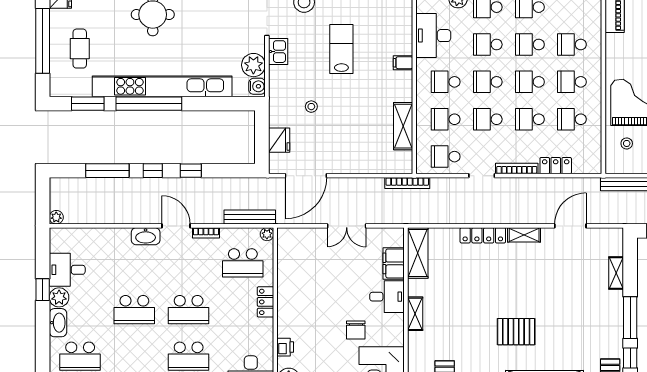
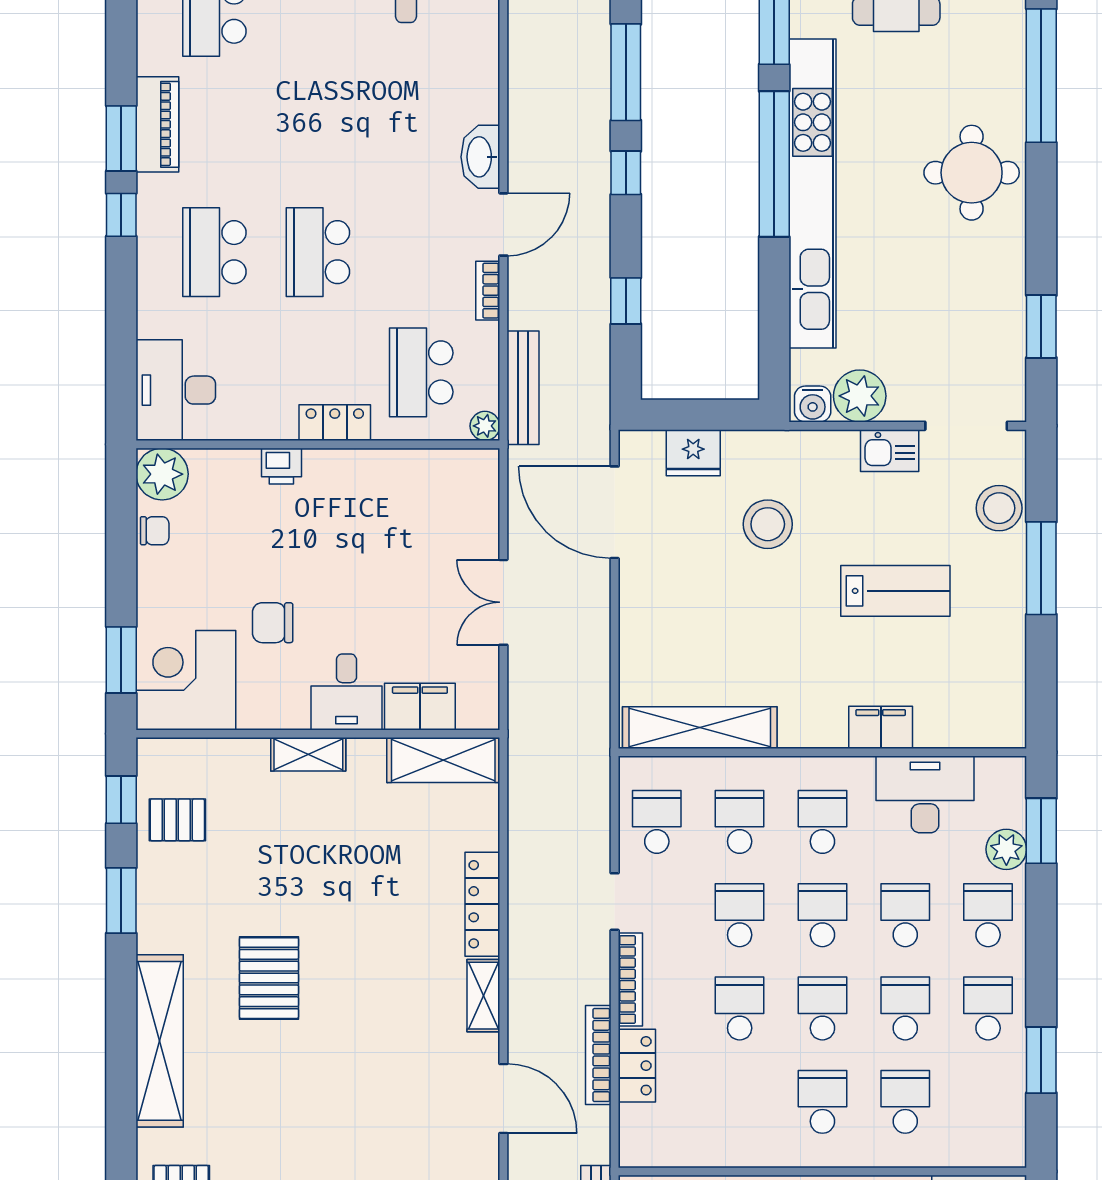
filing cabinet: (403, 63) -> (881, 727), width x2.00
stool: (311, 107) -> (768, 524), width x1.89, depth x1.89
school desk: (572, 119) -> (740, 1102), removed
shelving: (403, 126) -> (700, 728), width x1.47
window: (191, 171) -> (626, 301), moved
bookcase: (407, 183) -> (598, 1055), moved
school desk: (134, 310) -> (318, 132), removed
printer: (285, 347) -> (281, 466), moved

